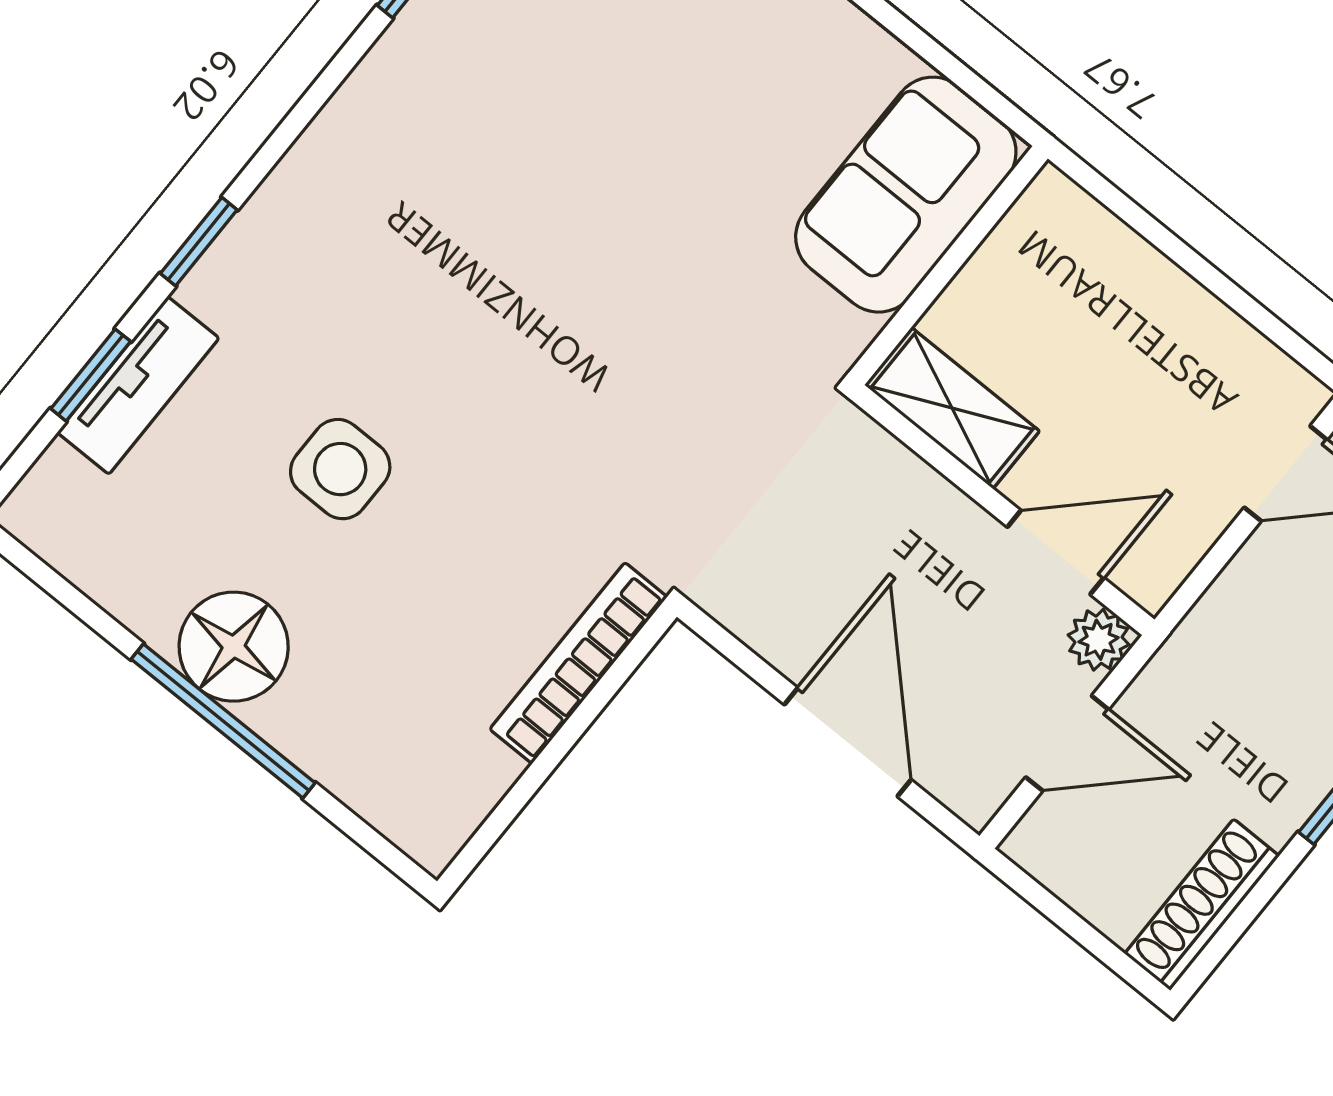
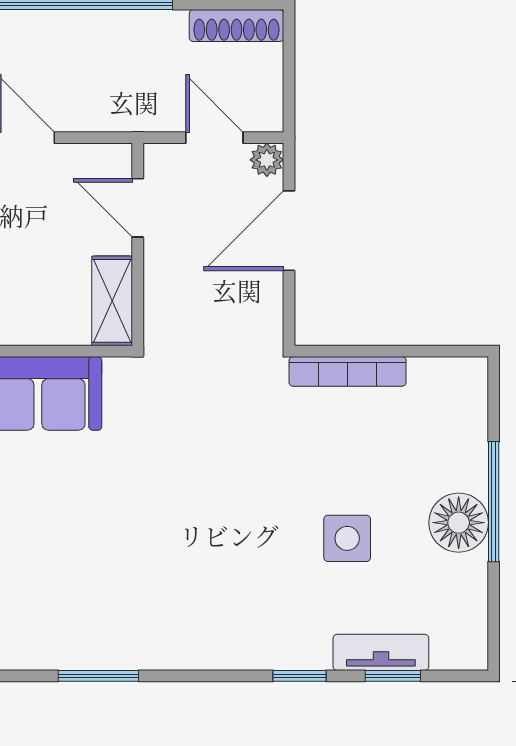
plant: (1099, 640) -> (267, 160), moved

